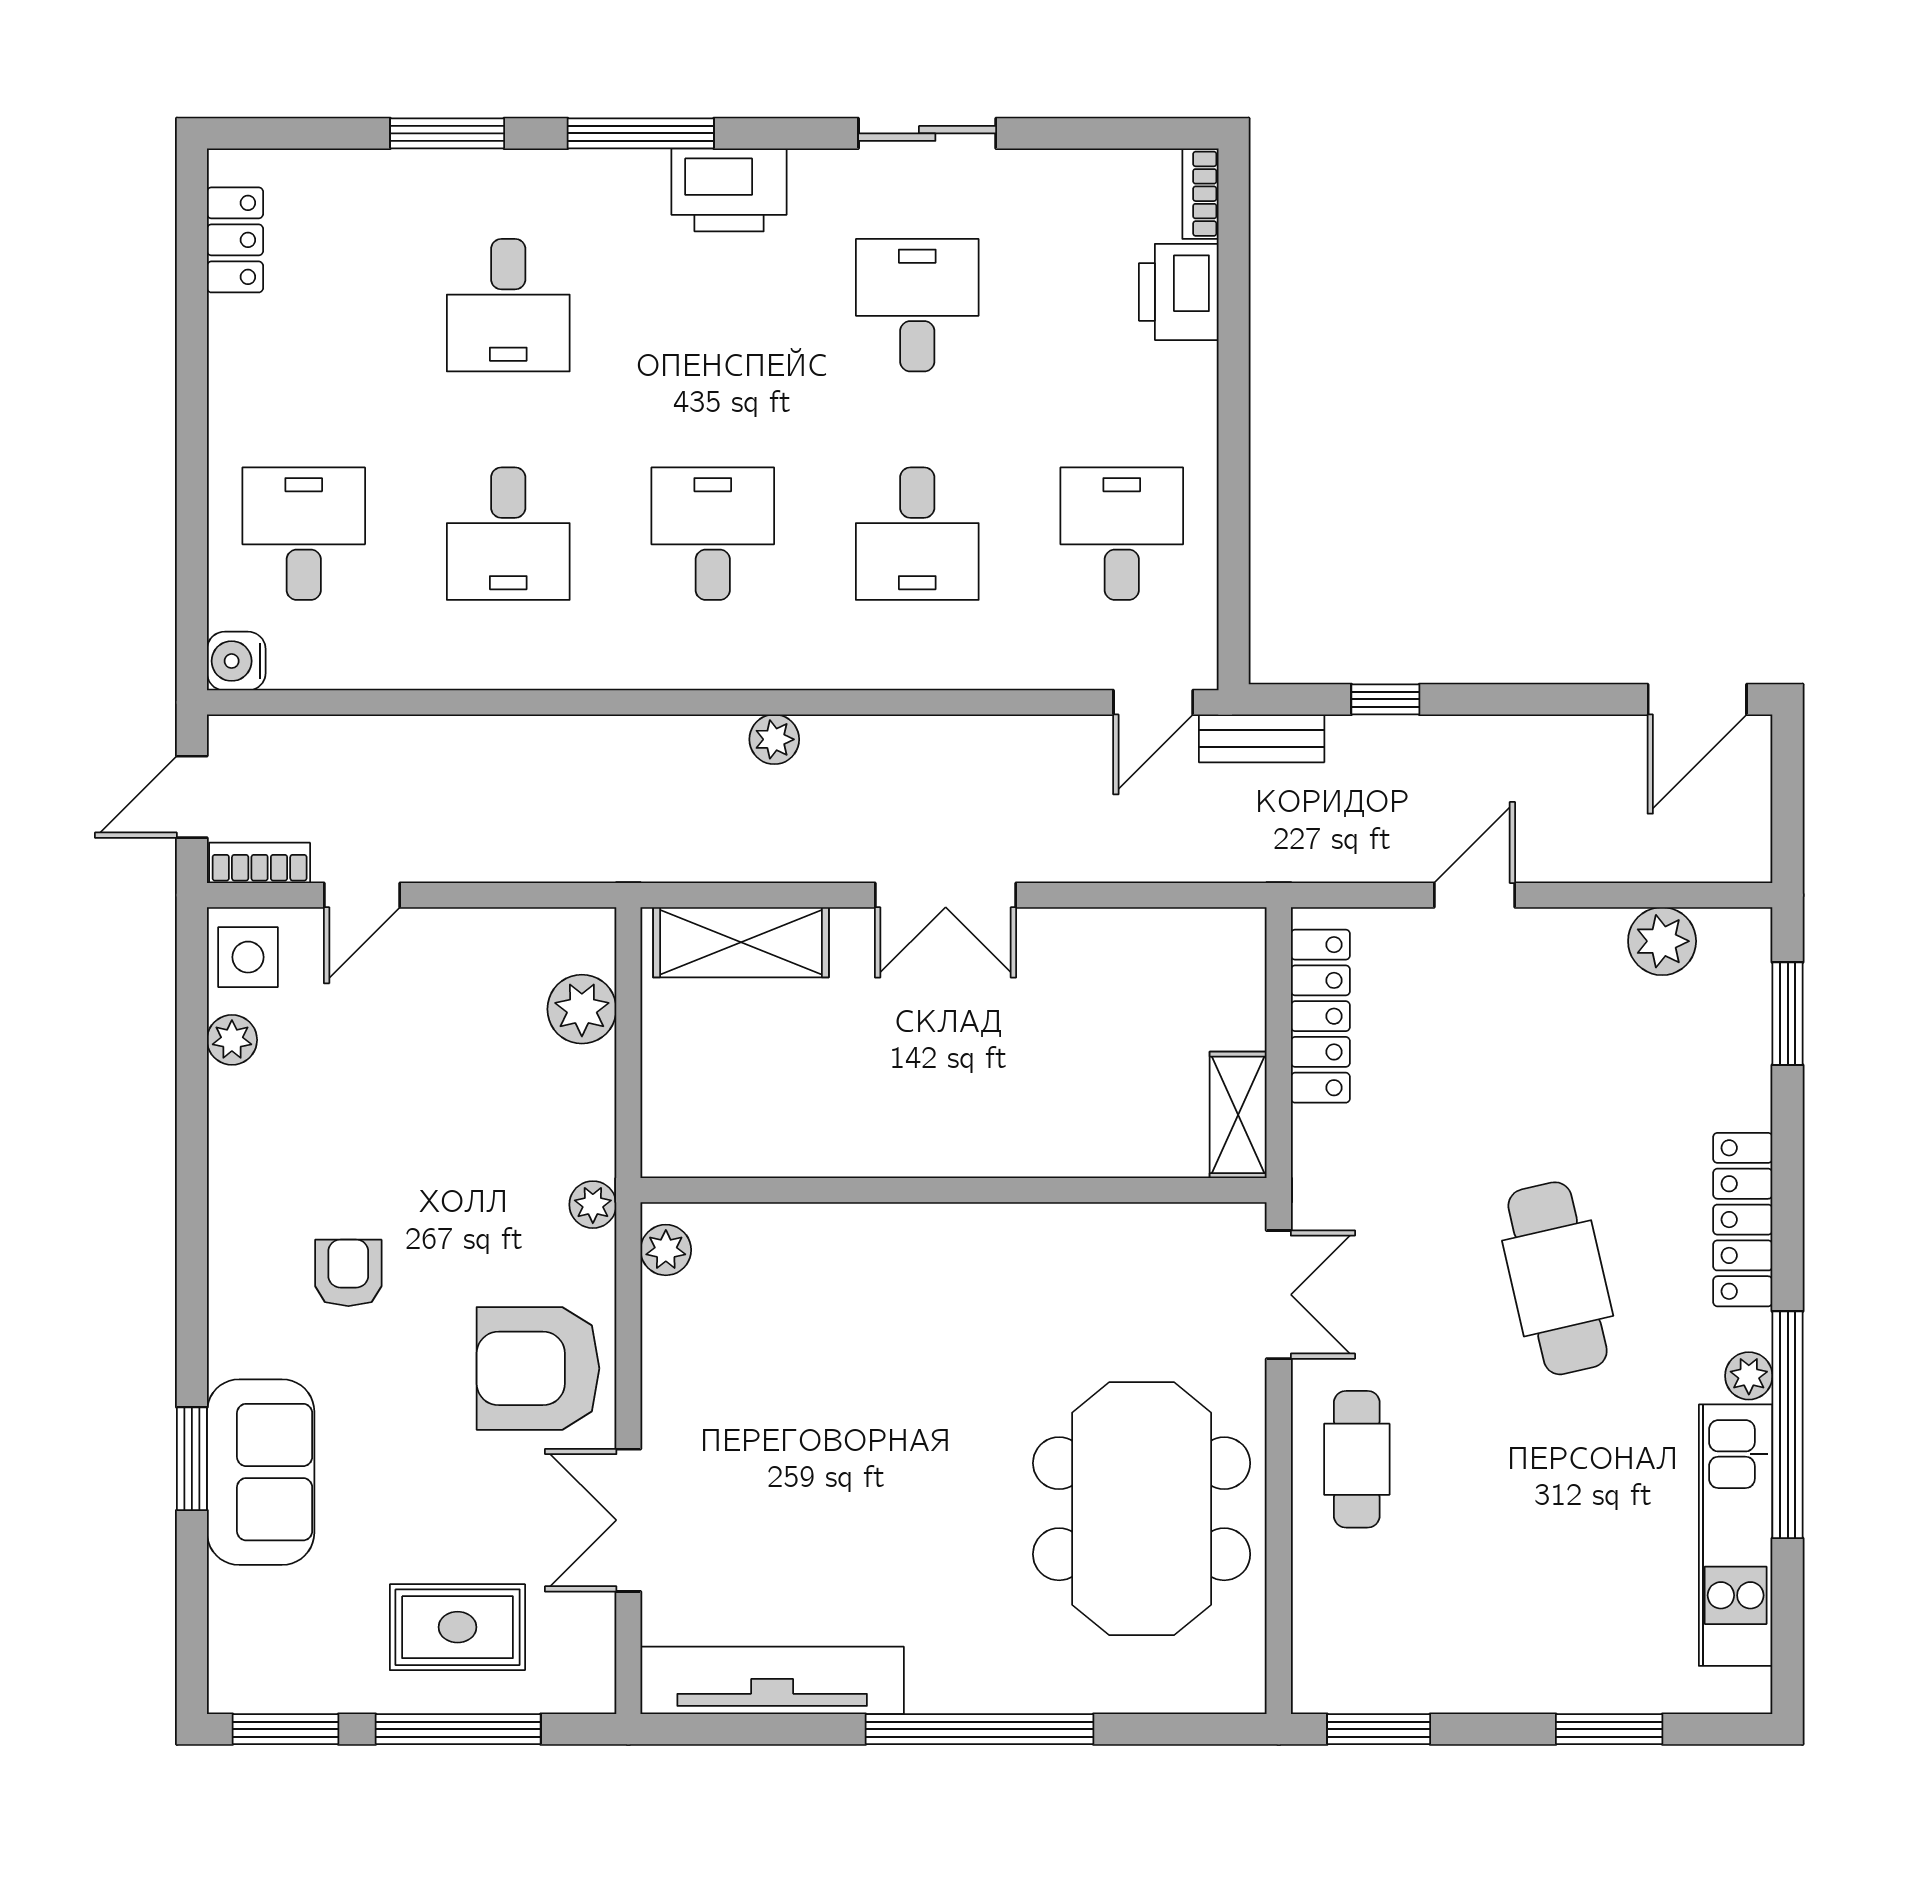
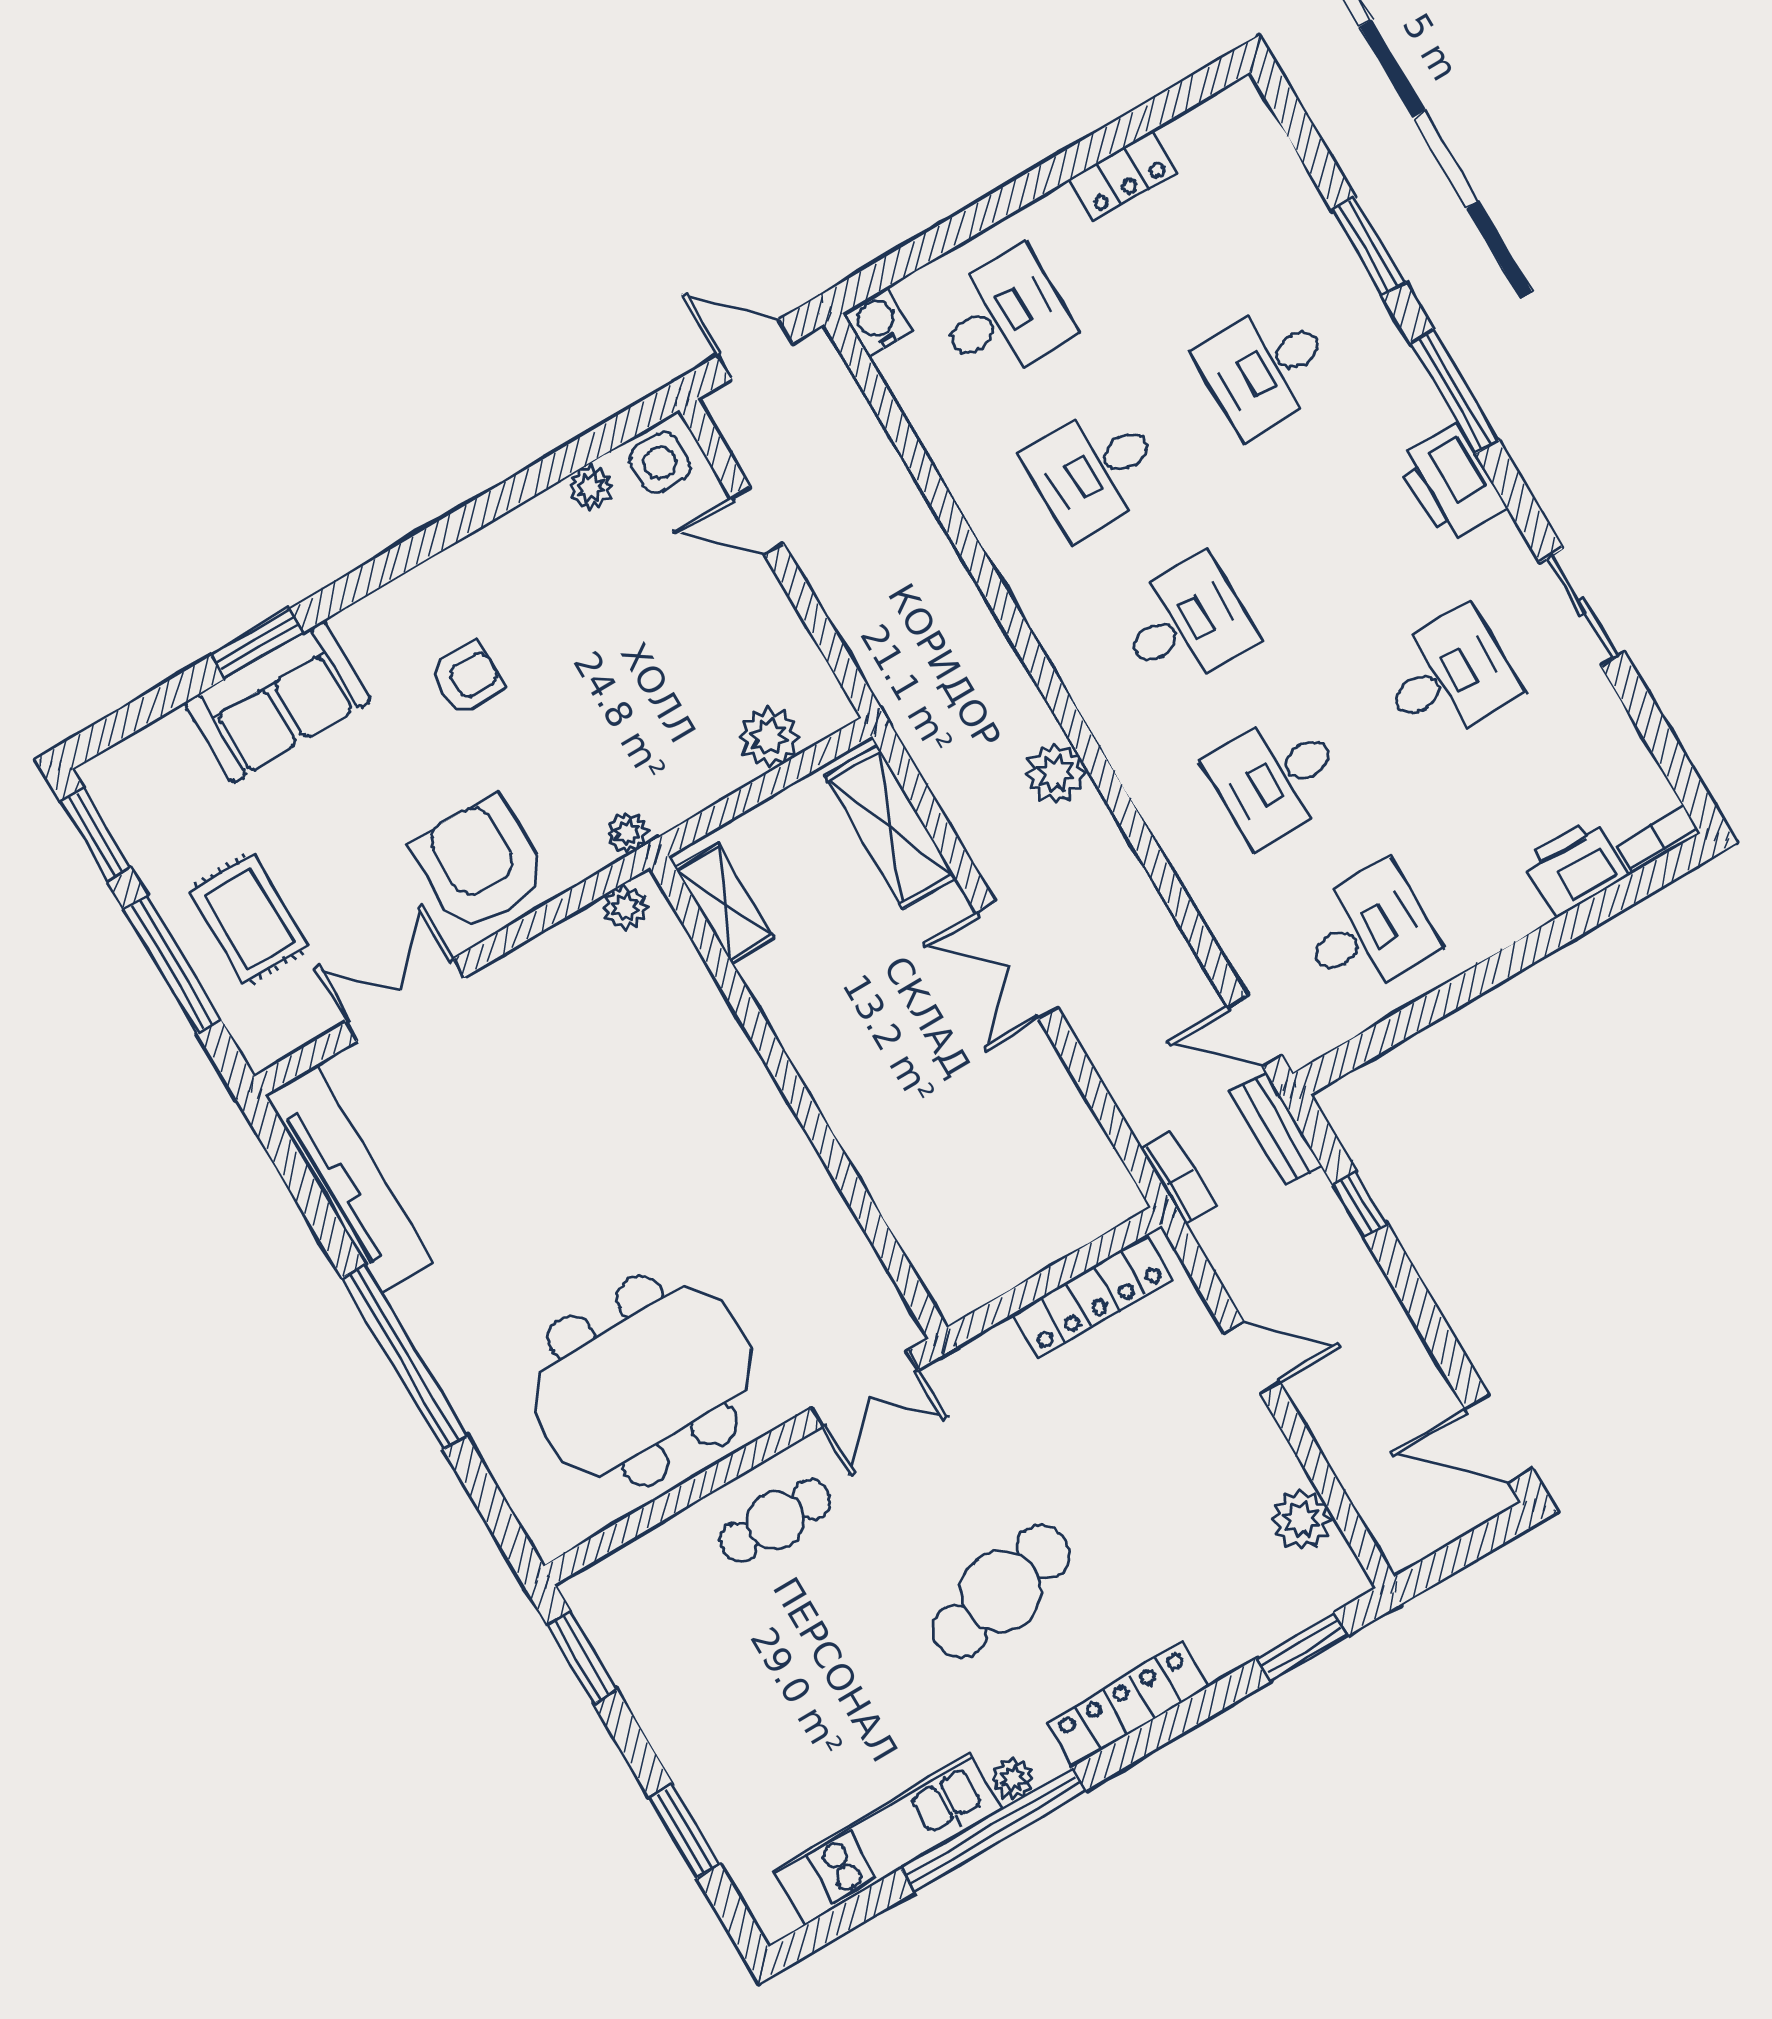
locker: (235, 240) -> (1123, 176), moved
plant: (774, 739) -> (1055, 773), width x1.38, depth x1.38
bookcase: (260, 863) -> (1178, 1178), moved
shelving: (1238, 1115) -> (725, 903), moved, turned 90

